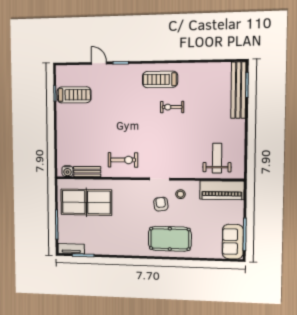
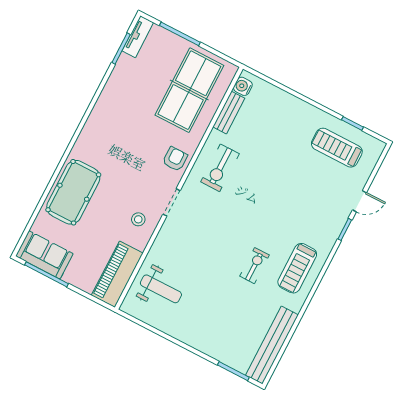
treadmill: (160, 79) -> (297, 268), turned 180
bench: (238, 90) -> (272, 345), moved, turned 90
treadmill: (74, 95) -> (337, 148), turned 90
armchair: (161, 204) -> (175, 159), moved, turned -82
pool table: (170, 239) -> (73, 192), moved

